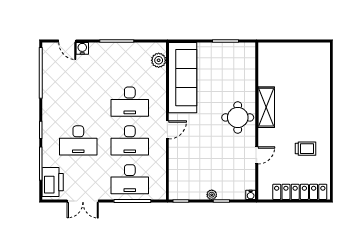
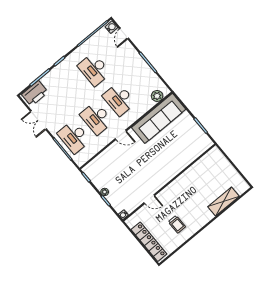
water cooler: (82, 48) -> (111, 27), moved
shelving: (266, 107) -> (224, 201), moved
round table: (238, 117) -> (162, 170), removed
desk: (78, 140) -> (94, 69), moved

